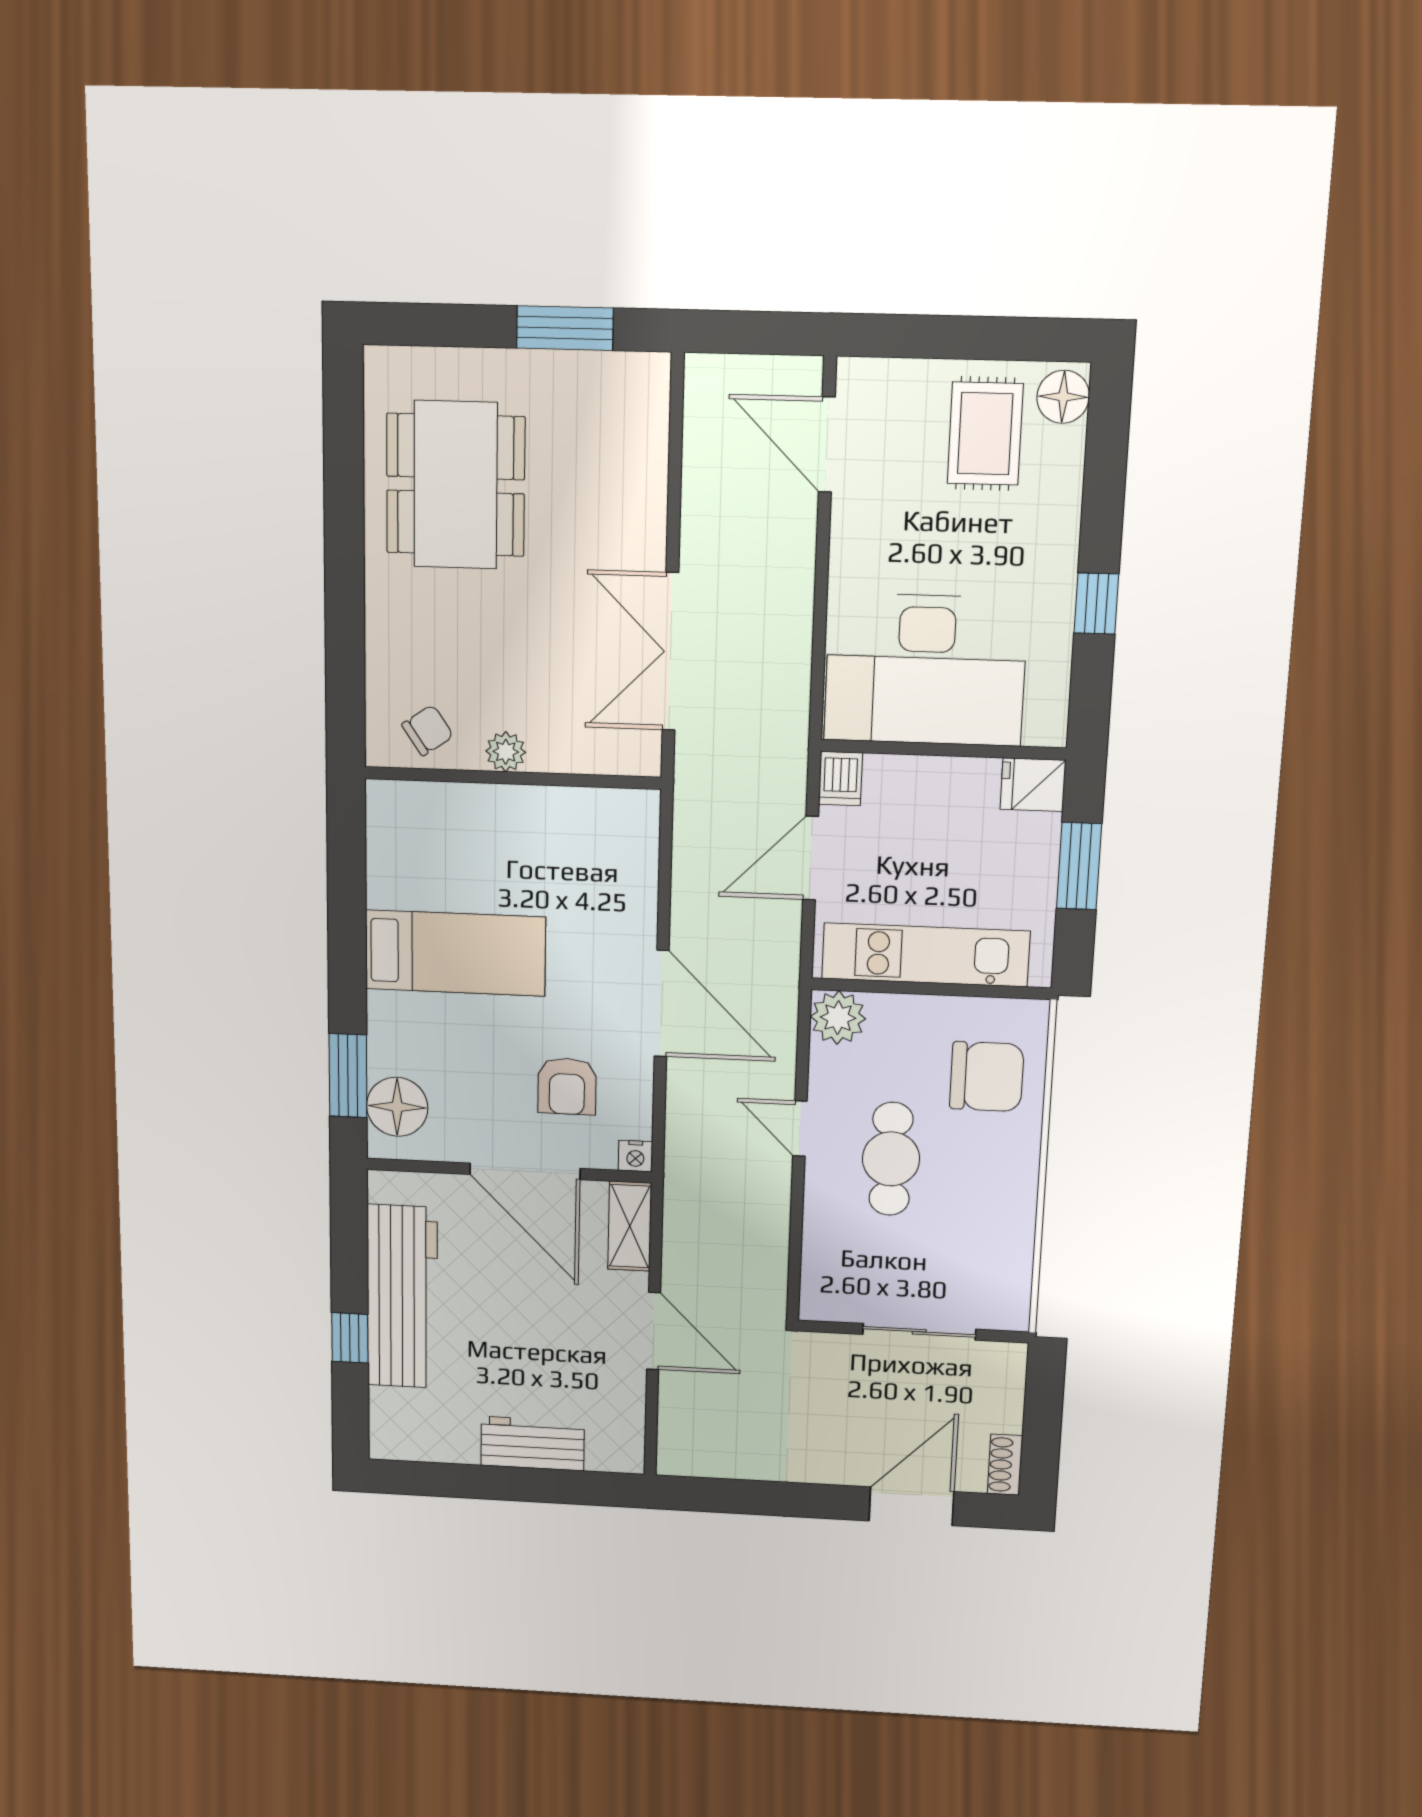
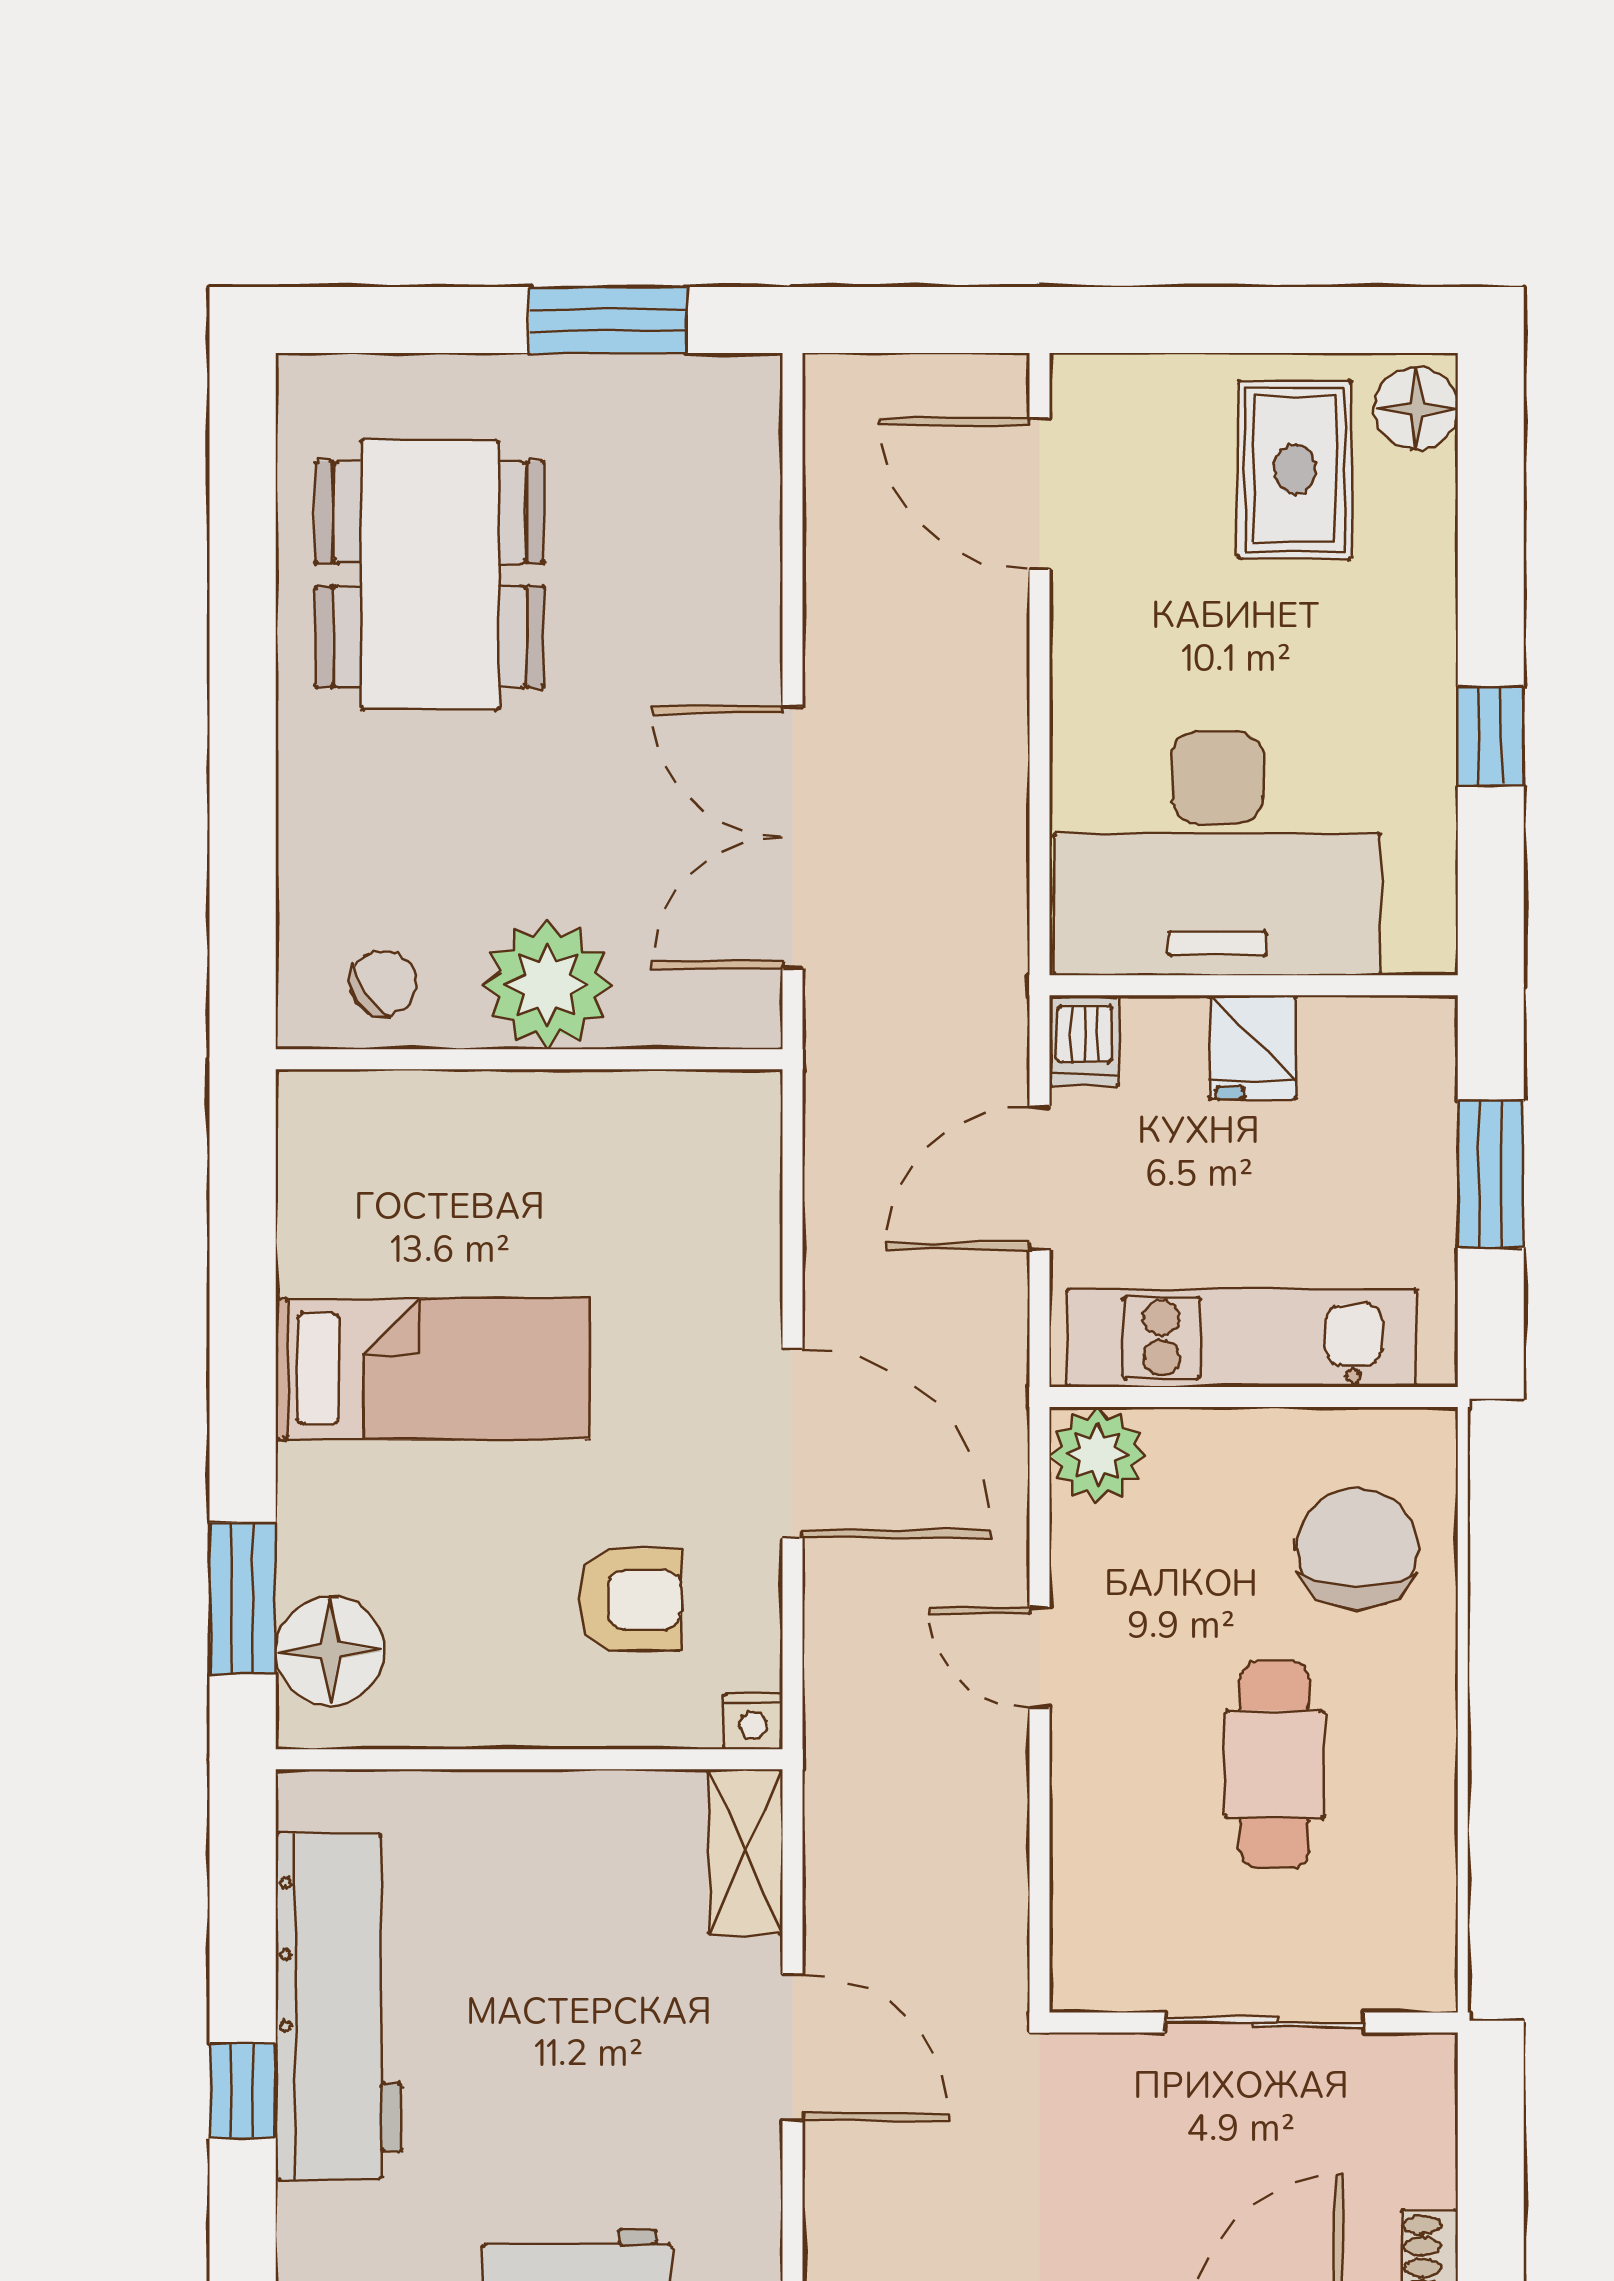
plant: (506, 752) -> (547, 985), width x1.88, depth x1.88
fridge: (1033, 785) -> (1253, 1047), moved, turned -90
chair: (987, 1077) -> (1357, 1548), turned -90
armchair: (567, 1086) -> (630, 1599), turned -90
cafe table: (891, 1159) -> (1274, 1764), moved
door: (525, 1171) -> (558, 1759), removed

